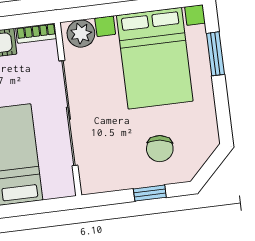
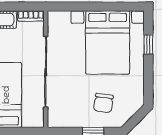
plant: (81, 34) -> (61, 20), removed
window: (215, 54) -> (148, 45), width x0.67

